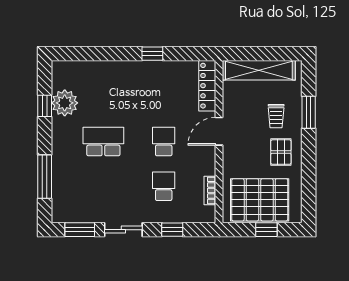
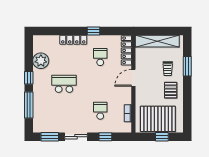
locker: (119, 68) -> (73, 40), added
window: (45, 106) -> (29, 78), moved
school desk: (164, 142) -> (100, 57), moved

